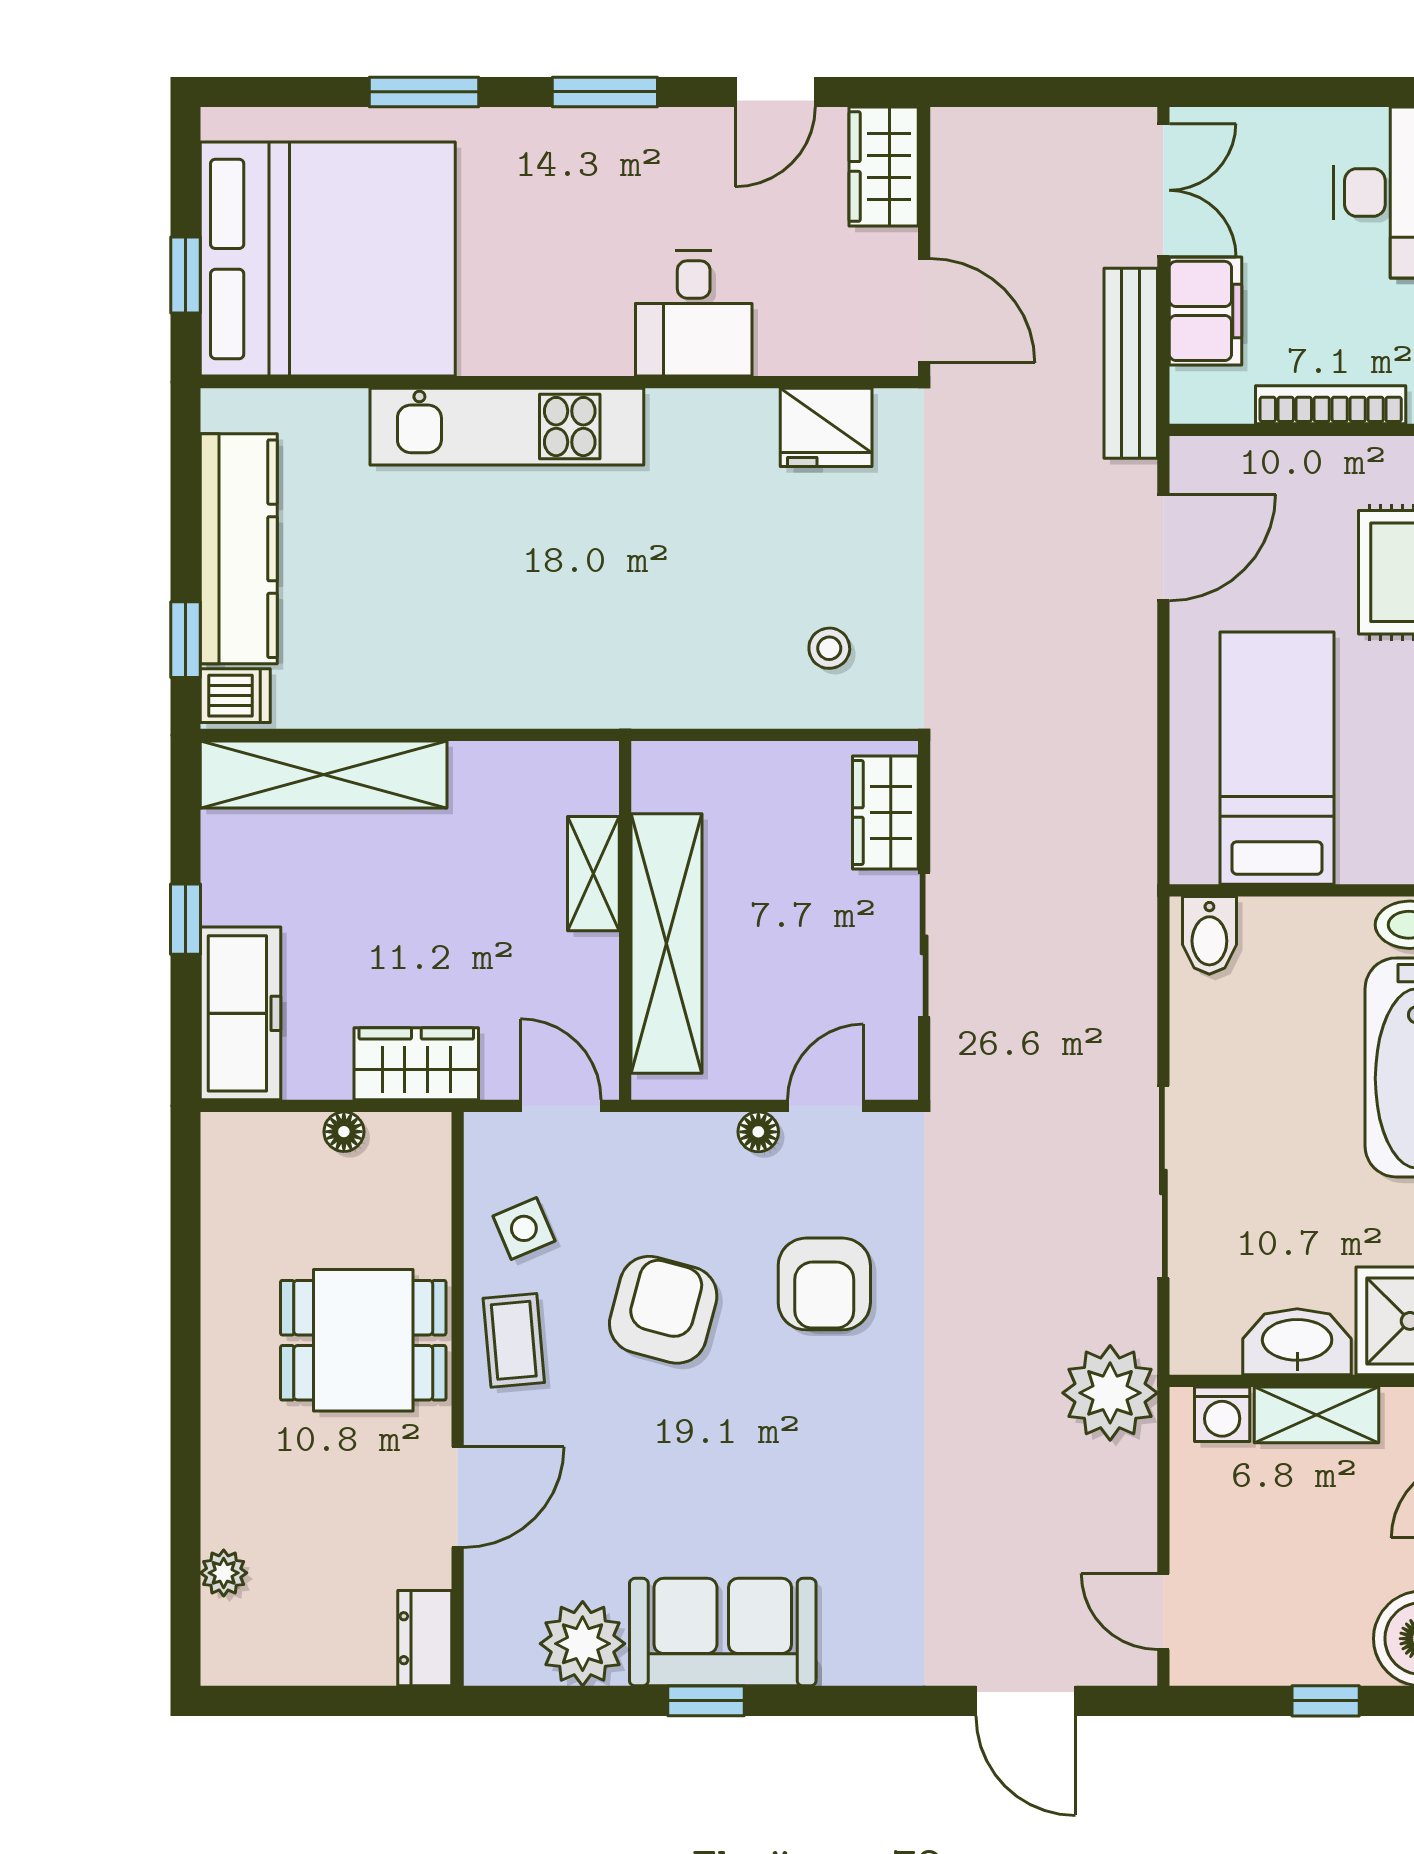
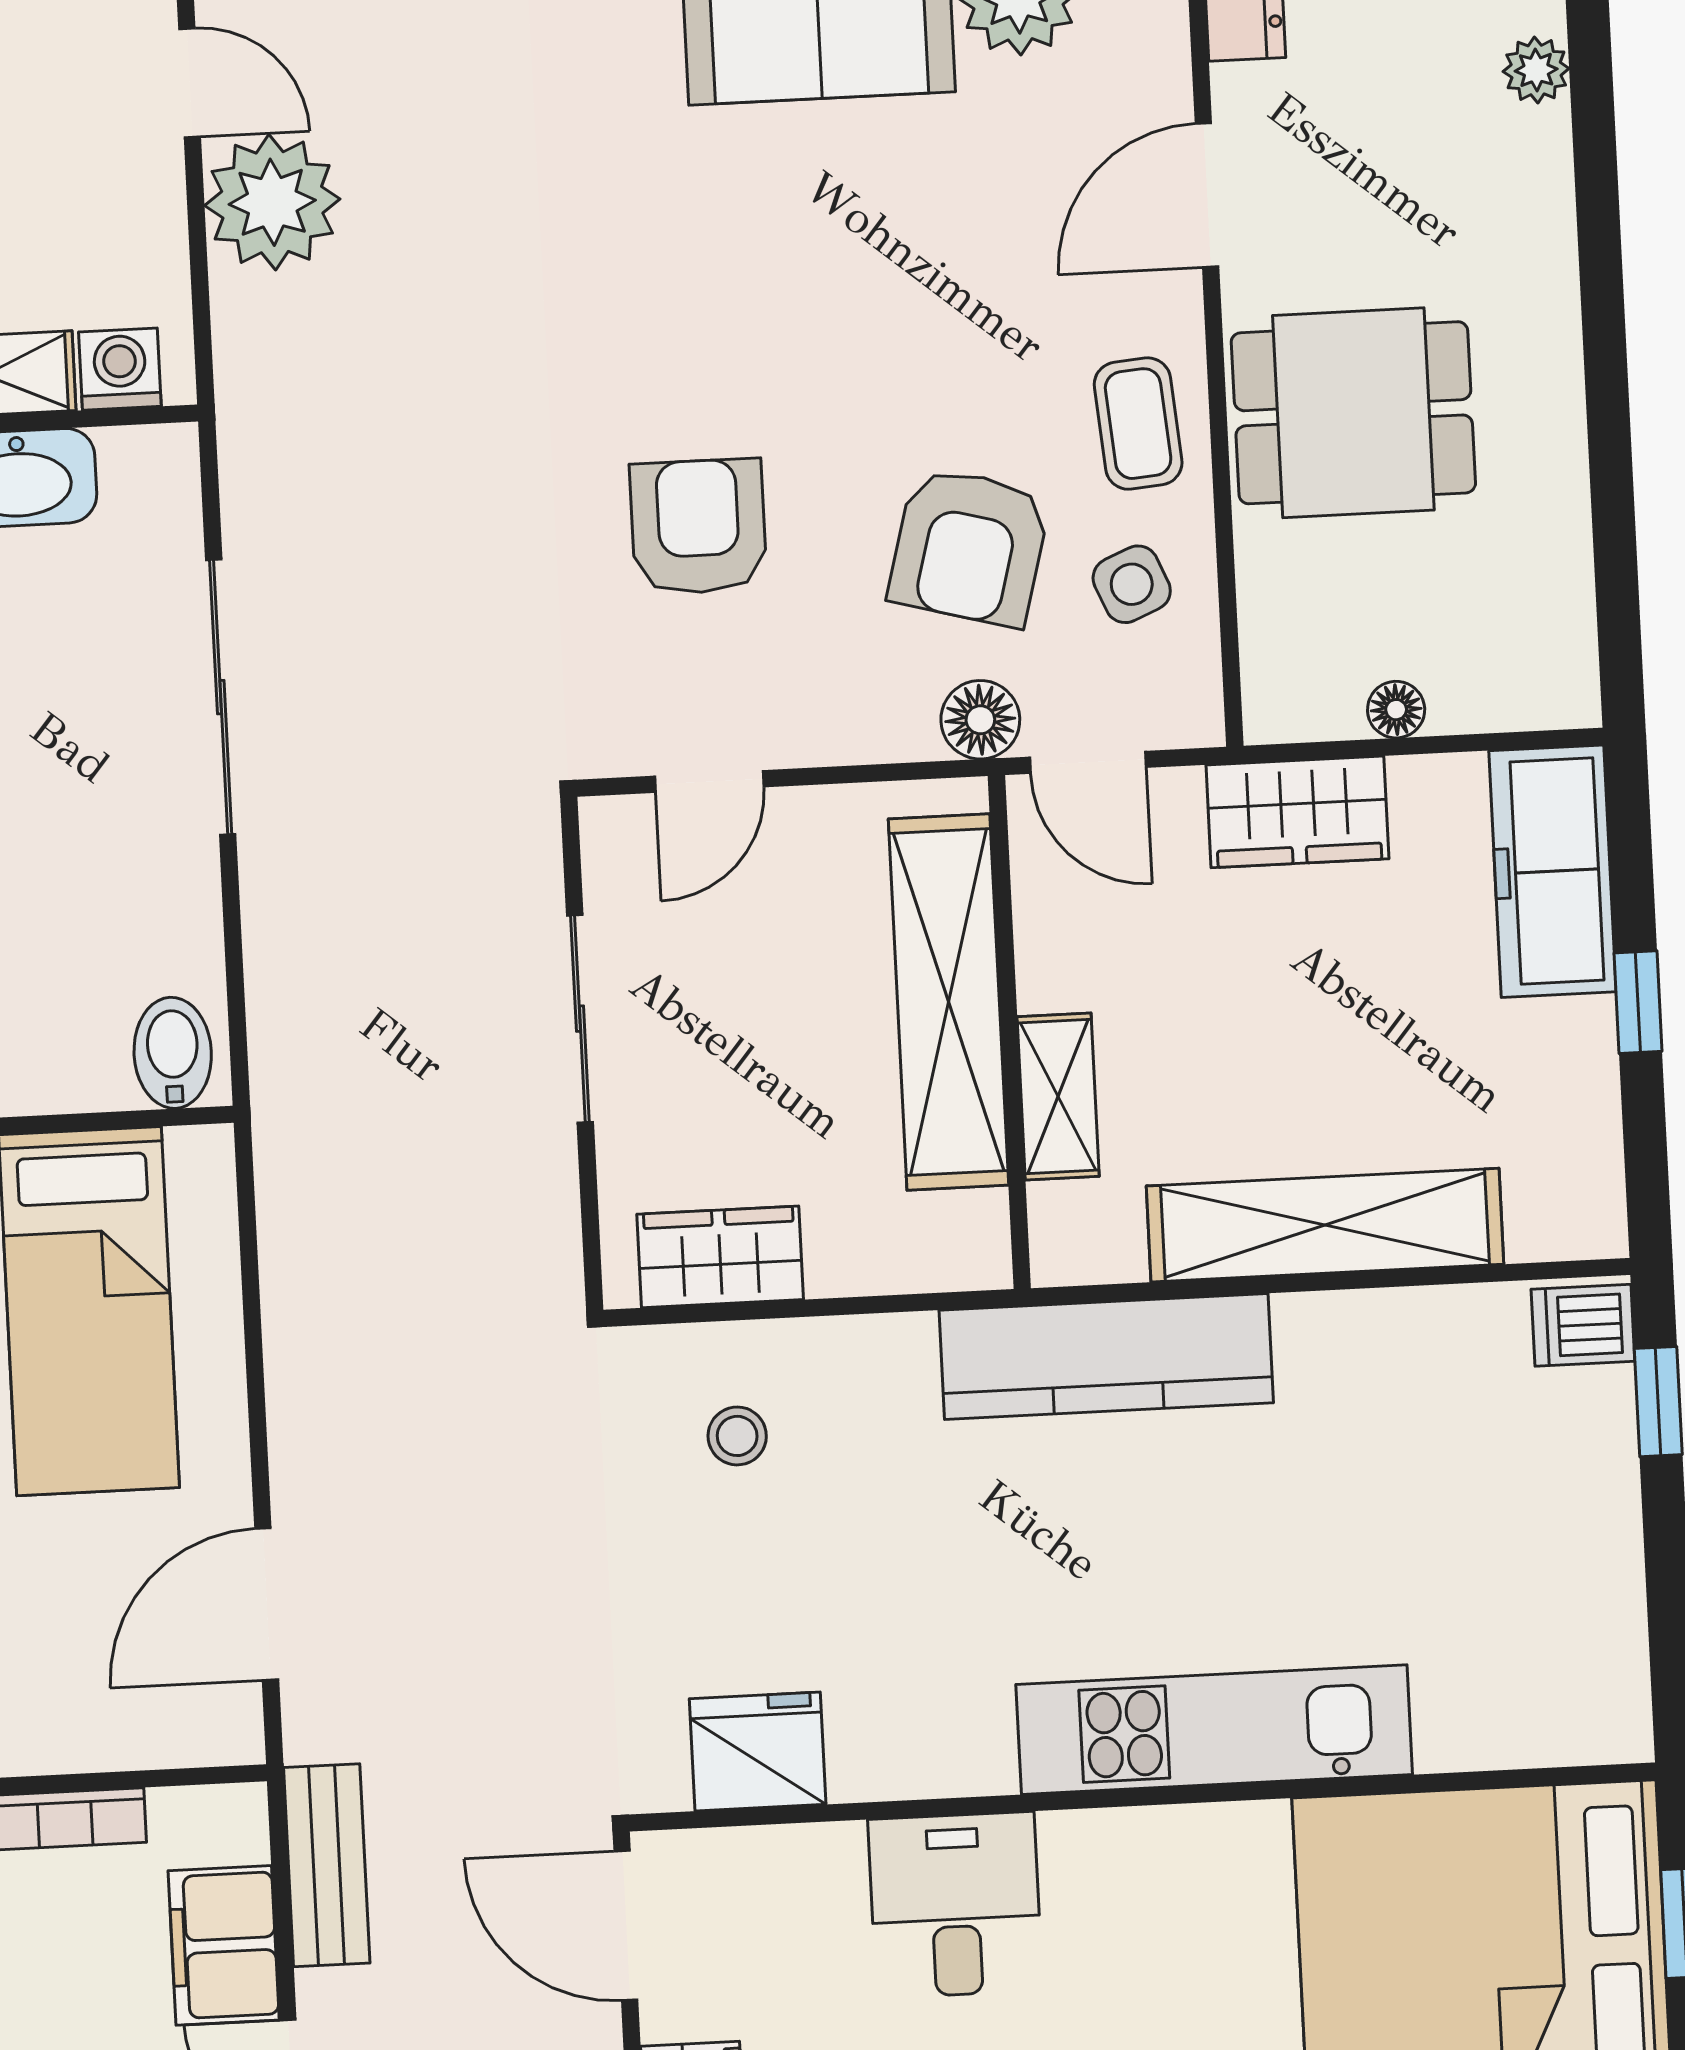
bench: (1131, 363) -> (327, 1865), width x0.73
kitchen counter: (239, 549) -> (1106, 1356), moved, turned -90
shelving: (324, 775) -> (1325, 1225), moved
wardrobe: (885, 813) -> (720, 1257), moved, turned -90
floor lamp: (758, 1132) -> (980, 720), moved, width x1.37, depth x1.37
armchair: (663, 1310) -> (969, 546), moved
plant: (1110, 1393) -> (272, 202), moved

